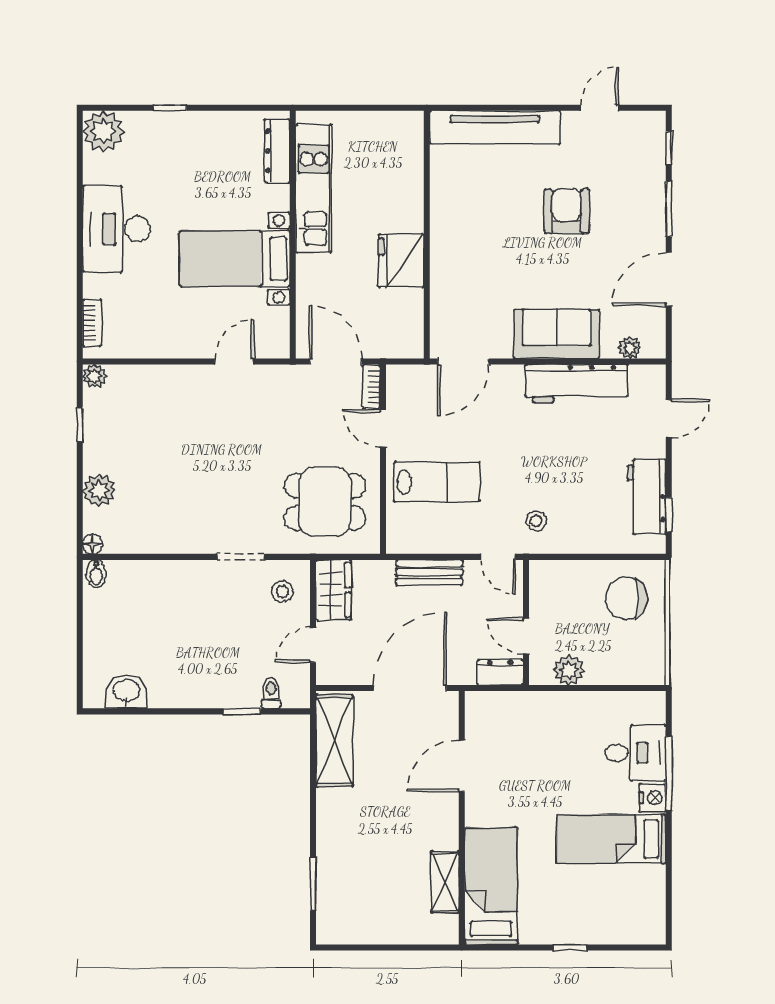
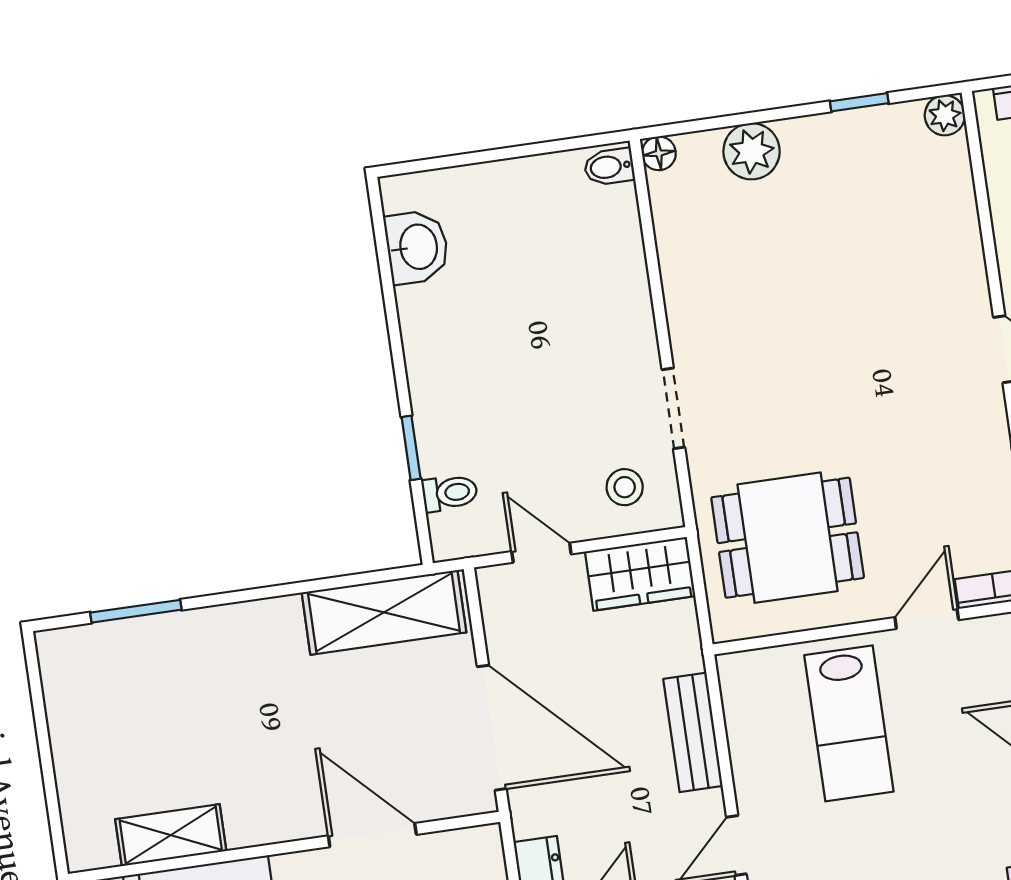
dining table: (325, 502) -> (788, 538), turned 90

